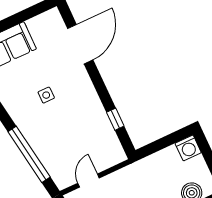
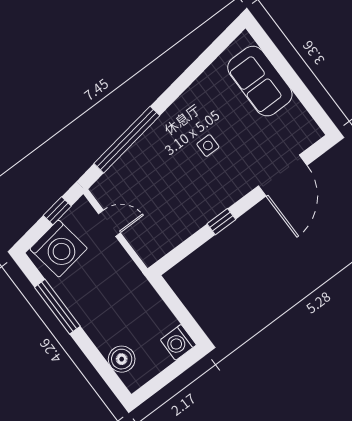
door: (80, 44) -> (283, 176), hinge flipped
window: (115, 119) -> (221, 222), moved

